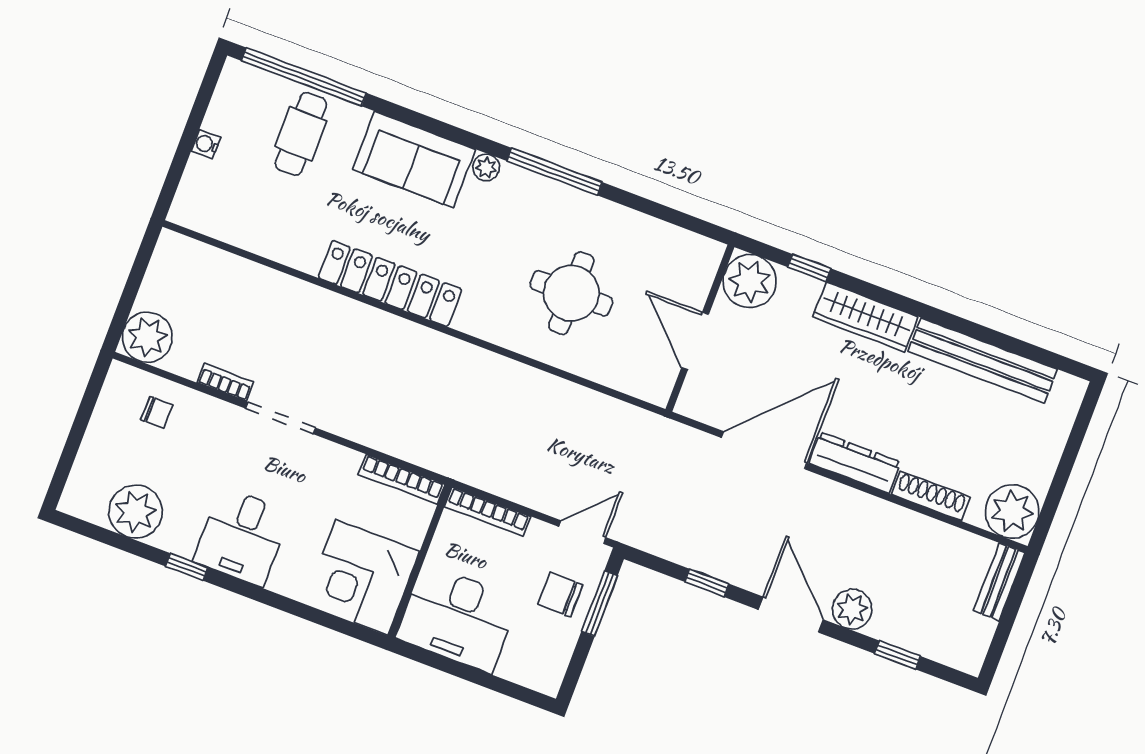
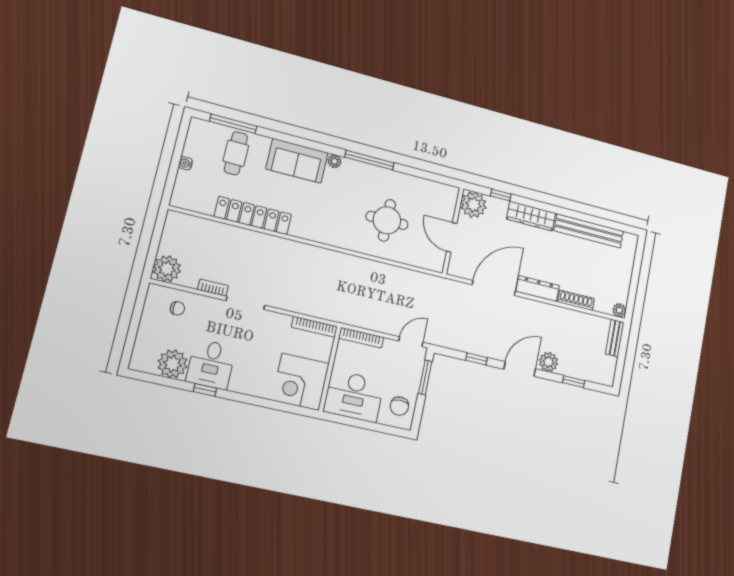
window: (304, 77) -> (233, 124), width x0.68
locker: (390, 283) -> (253, 215), moved
plant: (1012, 511) -> (619, 310), width x0.53, depth x0.53
desk: (242, 537) -> (211, 364), moved
chair: (560, 594) -> (399, 406), moved, turned -90
door: (791, 615) -> (520, 369), hinge flipped

